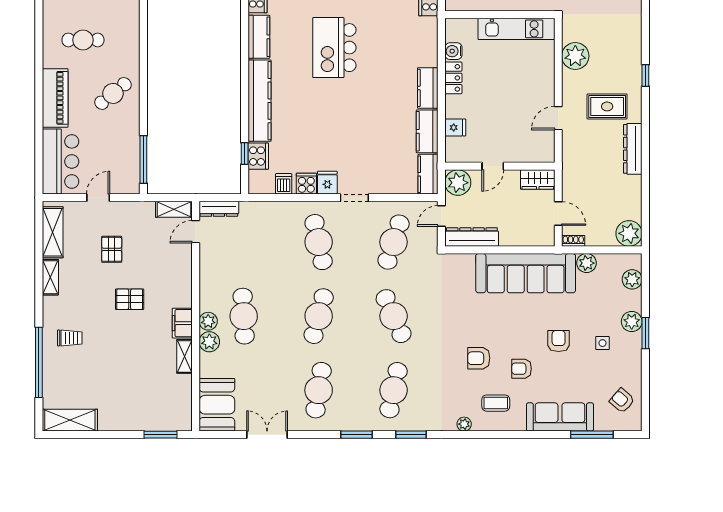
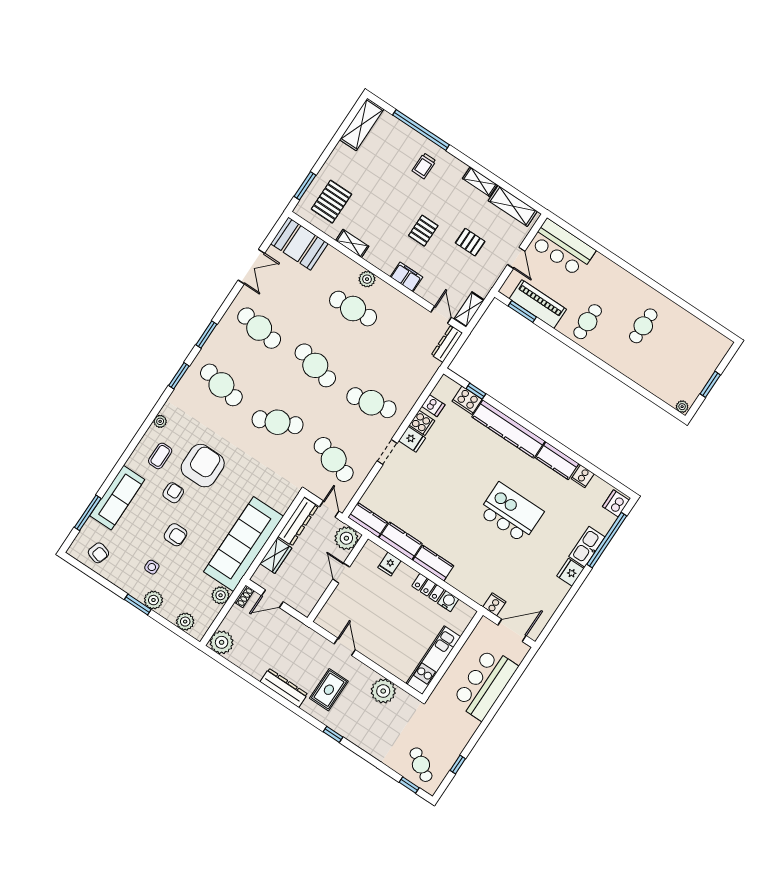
cafe table: (113, 93) -> (588, 322), turned 39
piano: (55, 98) -> (538, 304), moved, turned 180
window: (143, 160) -> (522, 311), width x0.69
wardrobe: (538, 180) -> (276, 556), moved, turned 180
filing cabinet: (182, 323) -> (406, 277), moved
plant: (209, 342) -> (351, 270), removed
armchair: (479, 358) -> (203, 466), width x1.88, depth x1.88
pallet: (159, 401) -> (331, 202), added
armchair: (622, 401) -> (98, 553), turned 66

